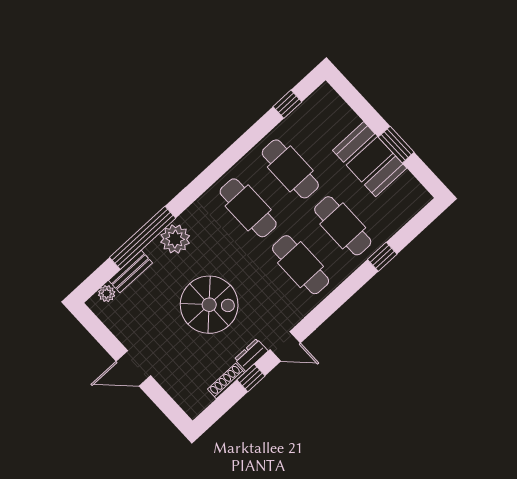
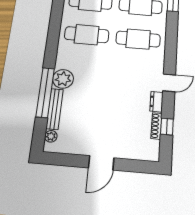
bench: (130, 272) -> (55, 109), width x1.36
spiral stairs: (209, 305) -> (111, 96), removed
window: (251, 378) -> (167, 127), moved

